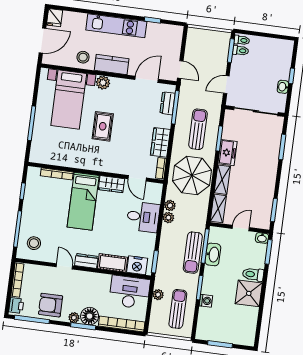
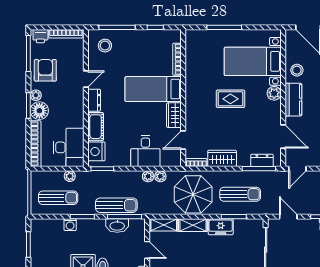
sun lounger: (193, 253) -> (116, 205), turned 180

